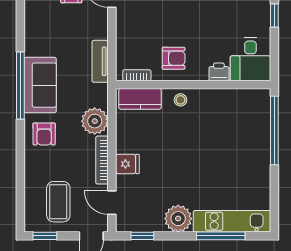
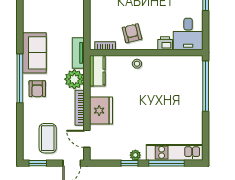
armchair: (174, 58) -> (132, 33), turned -104
tv unit: (100, 61) -> (78, 53), moved
window: (20, 85) -> (20, 78), moved
kitchen counter: (140, 99) -> (97, 71), moved, turned -90
fridge: (127, 164) -> (101, 111), width x1.88, depth x1.34
plant: (178, 219) -> (135, 155), width x0.53, depth x0.53
window: (142, 236) -> (129, 163), moved

